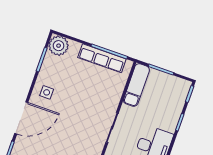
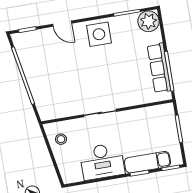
exam couch: (136, 85) -> (147, 162), moved, turned 180
side table: (47, 92) -> (99, 34), width x1.87, depth x1.87
door: (21, 118) -> (62, 24), width x0.53

